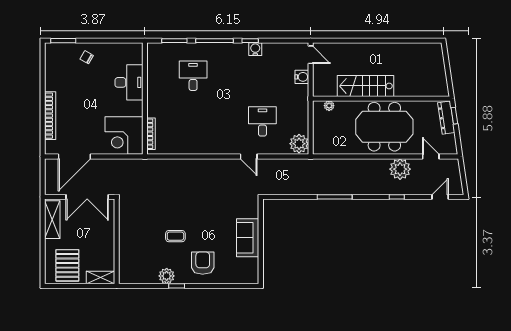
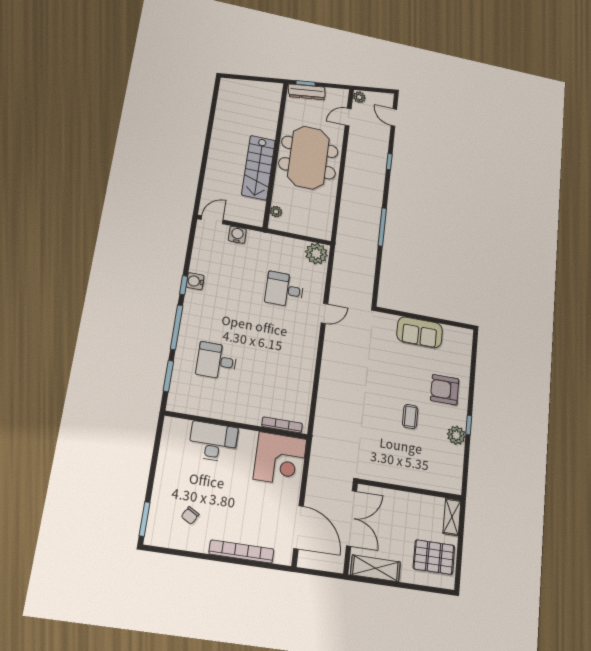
chair: (87, 57) -> (190, 515), moved
plant: (400, 169) -> (359, 97), moved, width x0.53, depth x0.53

